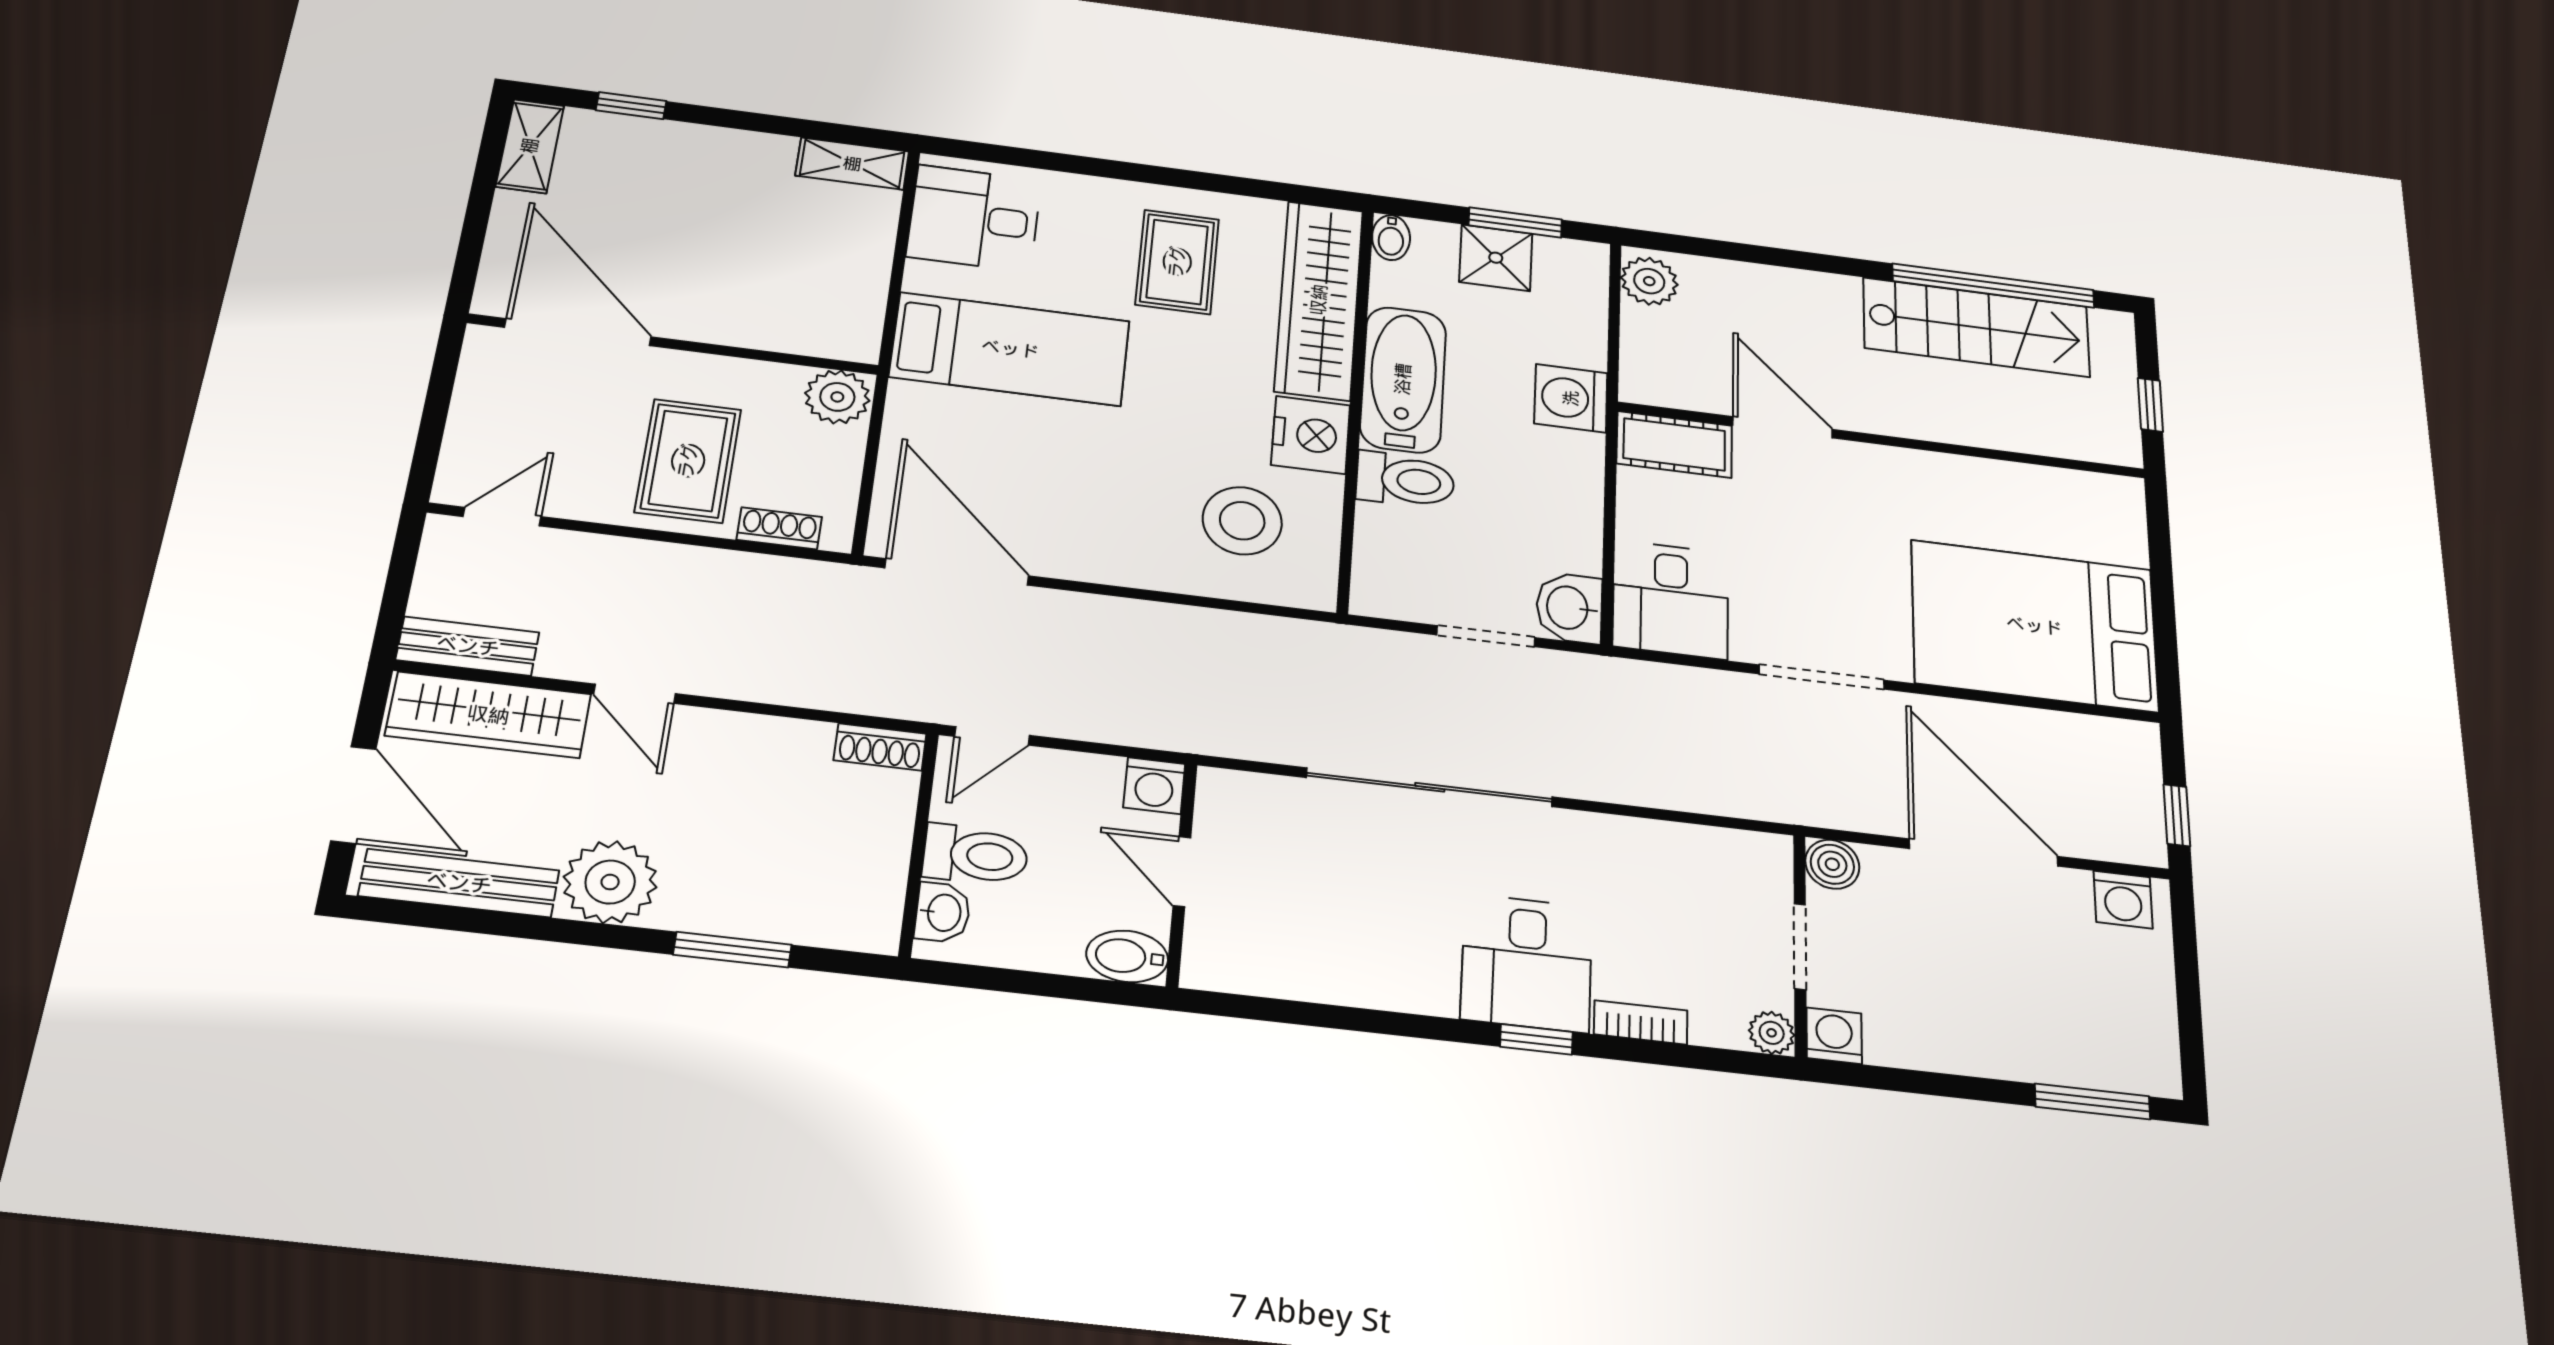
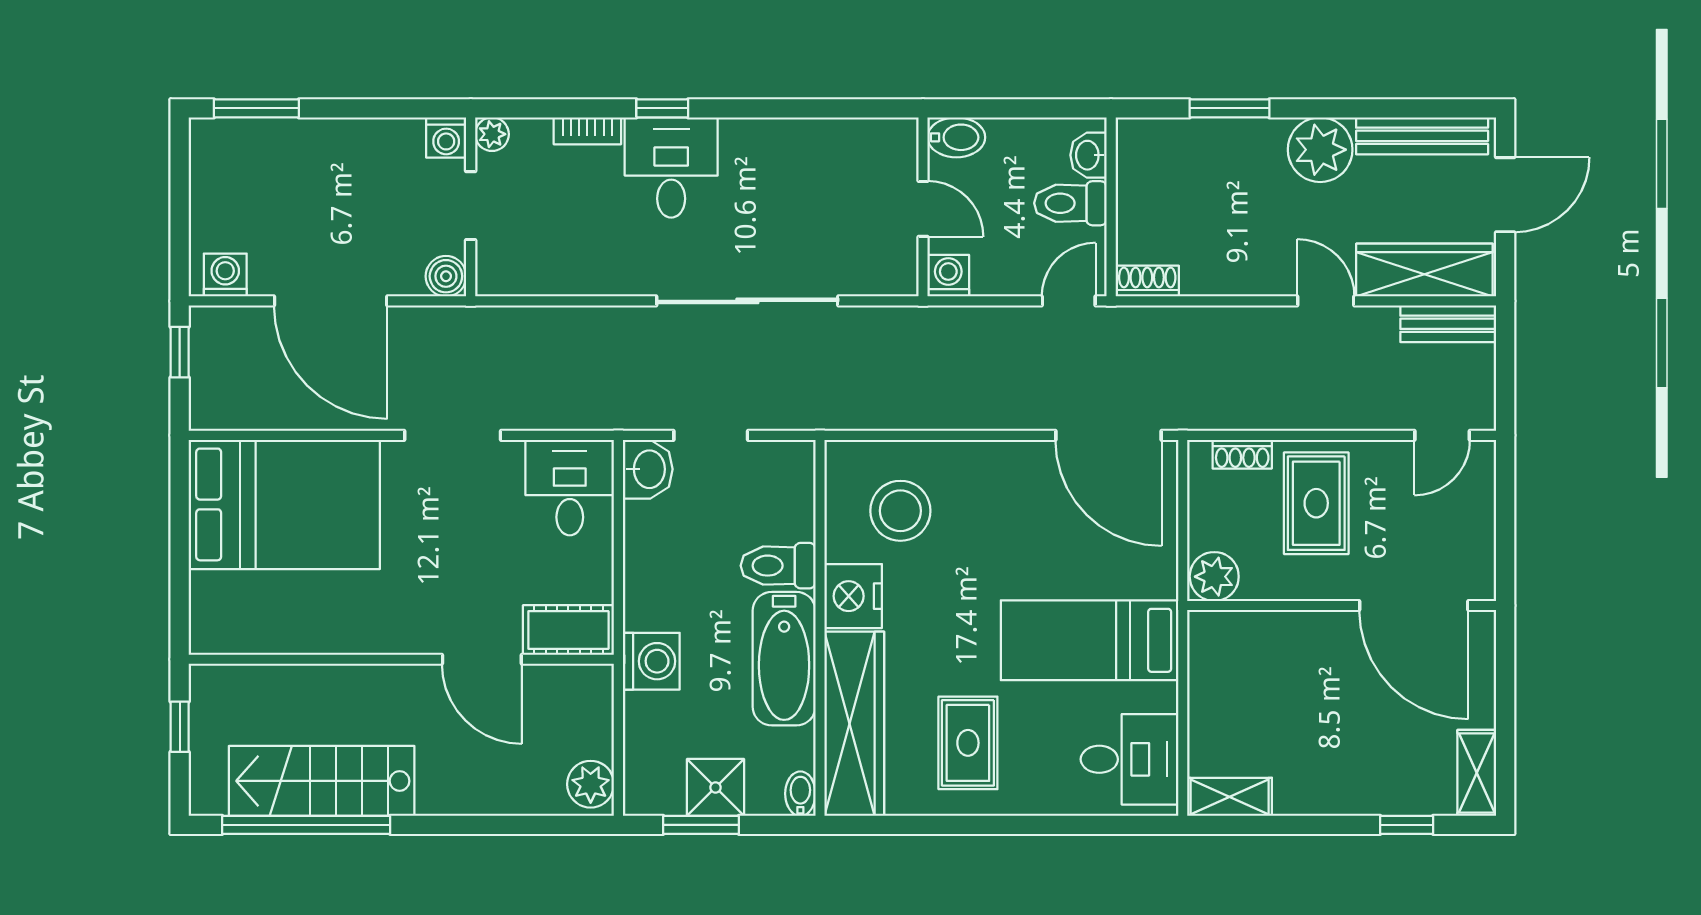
door: (353, 795) -> (1505, 195), swing flipped

